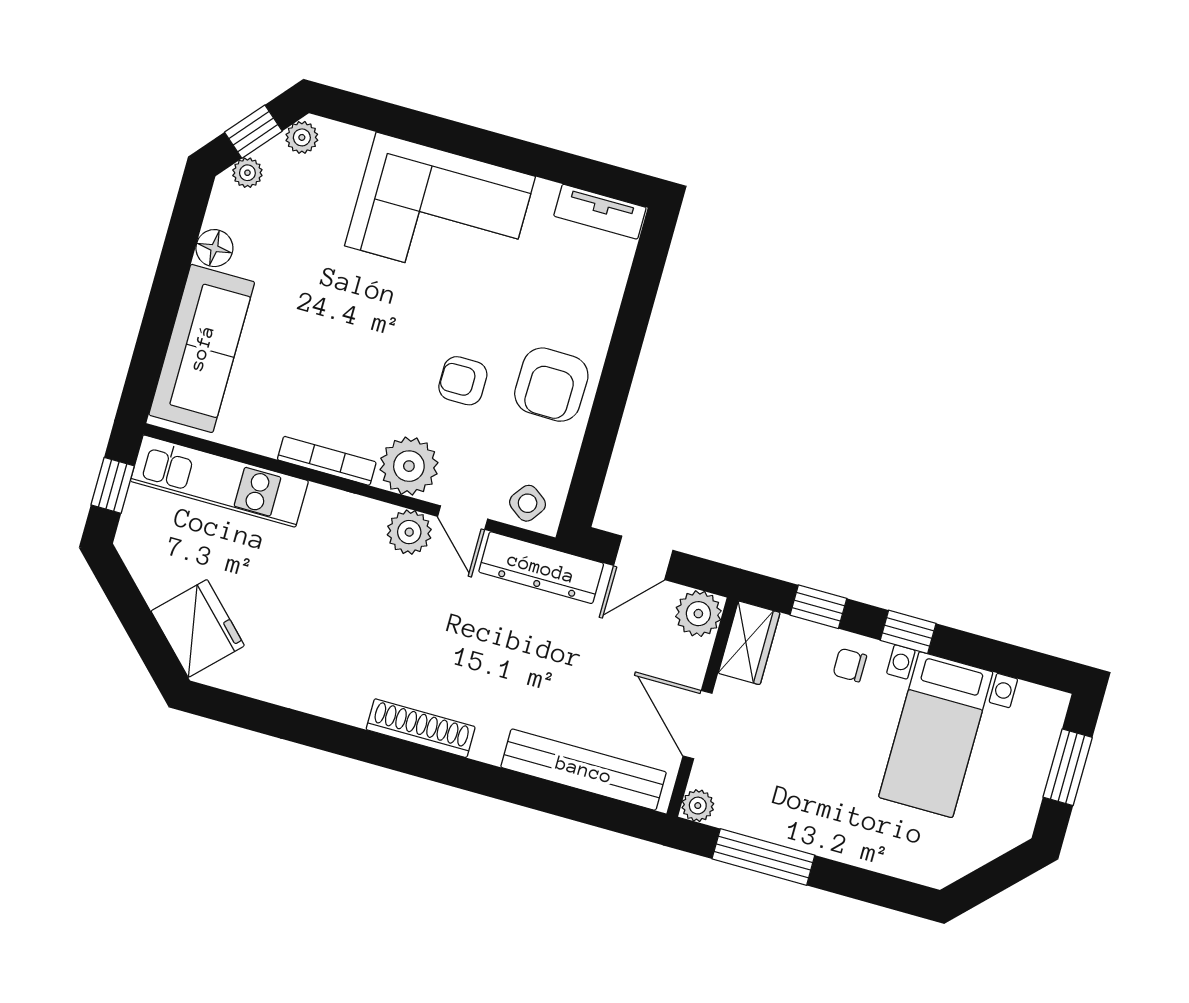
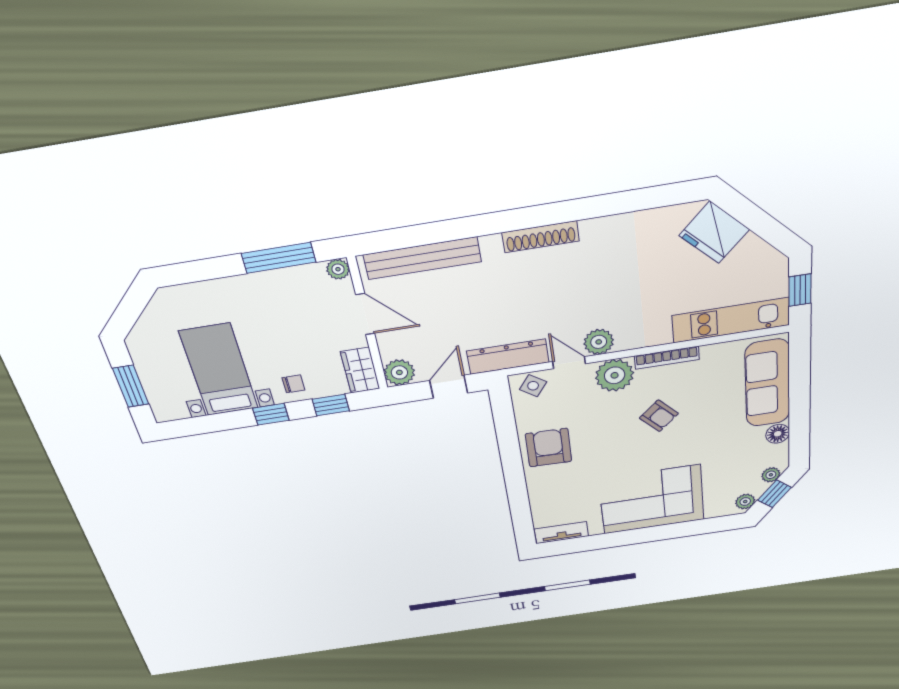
armchair: (463, 381) -> (659, 416), moved, turned 47

